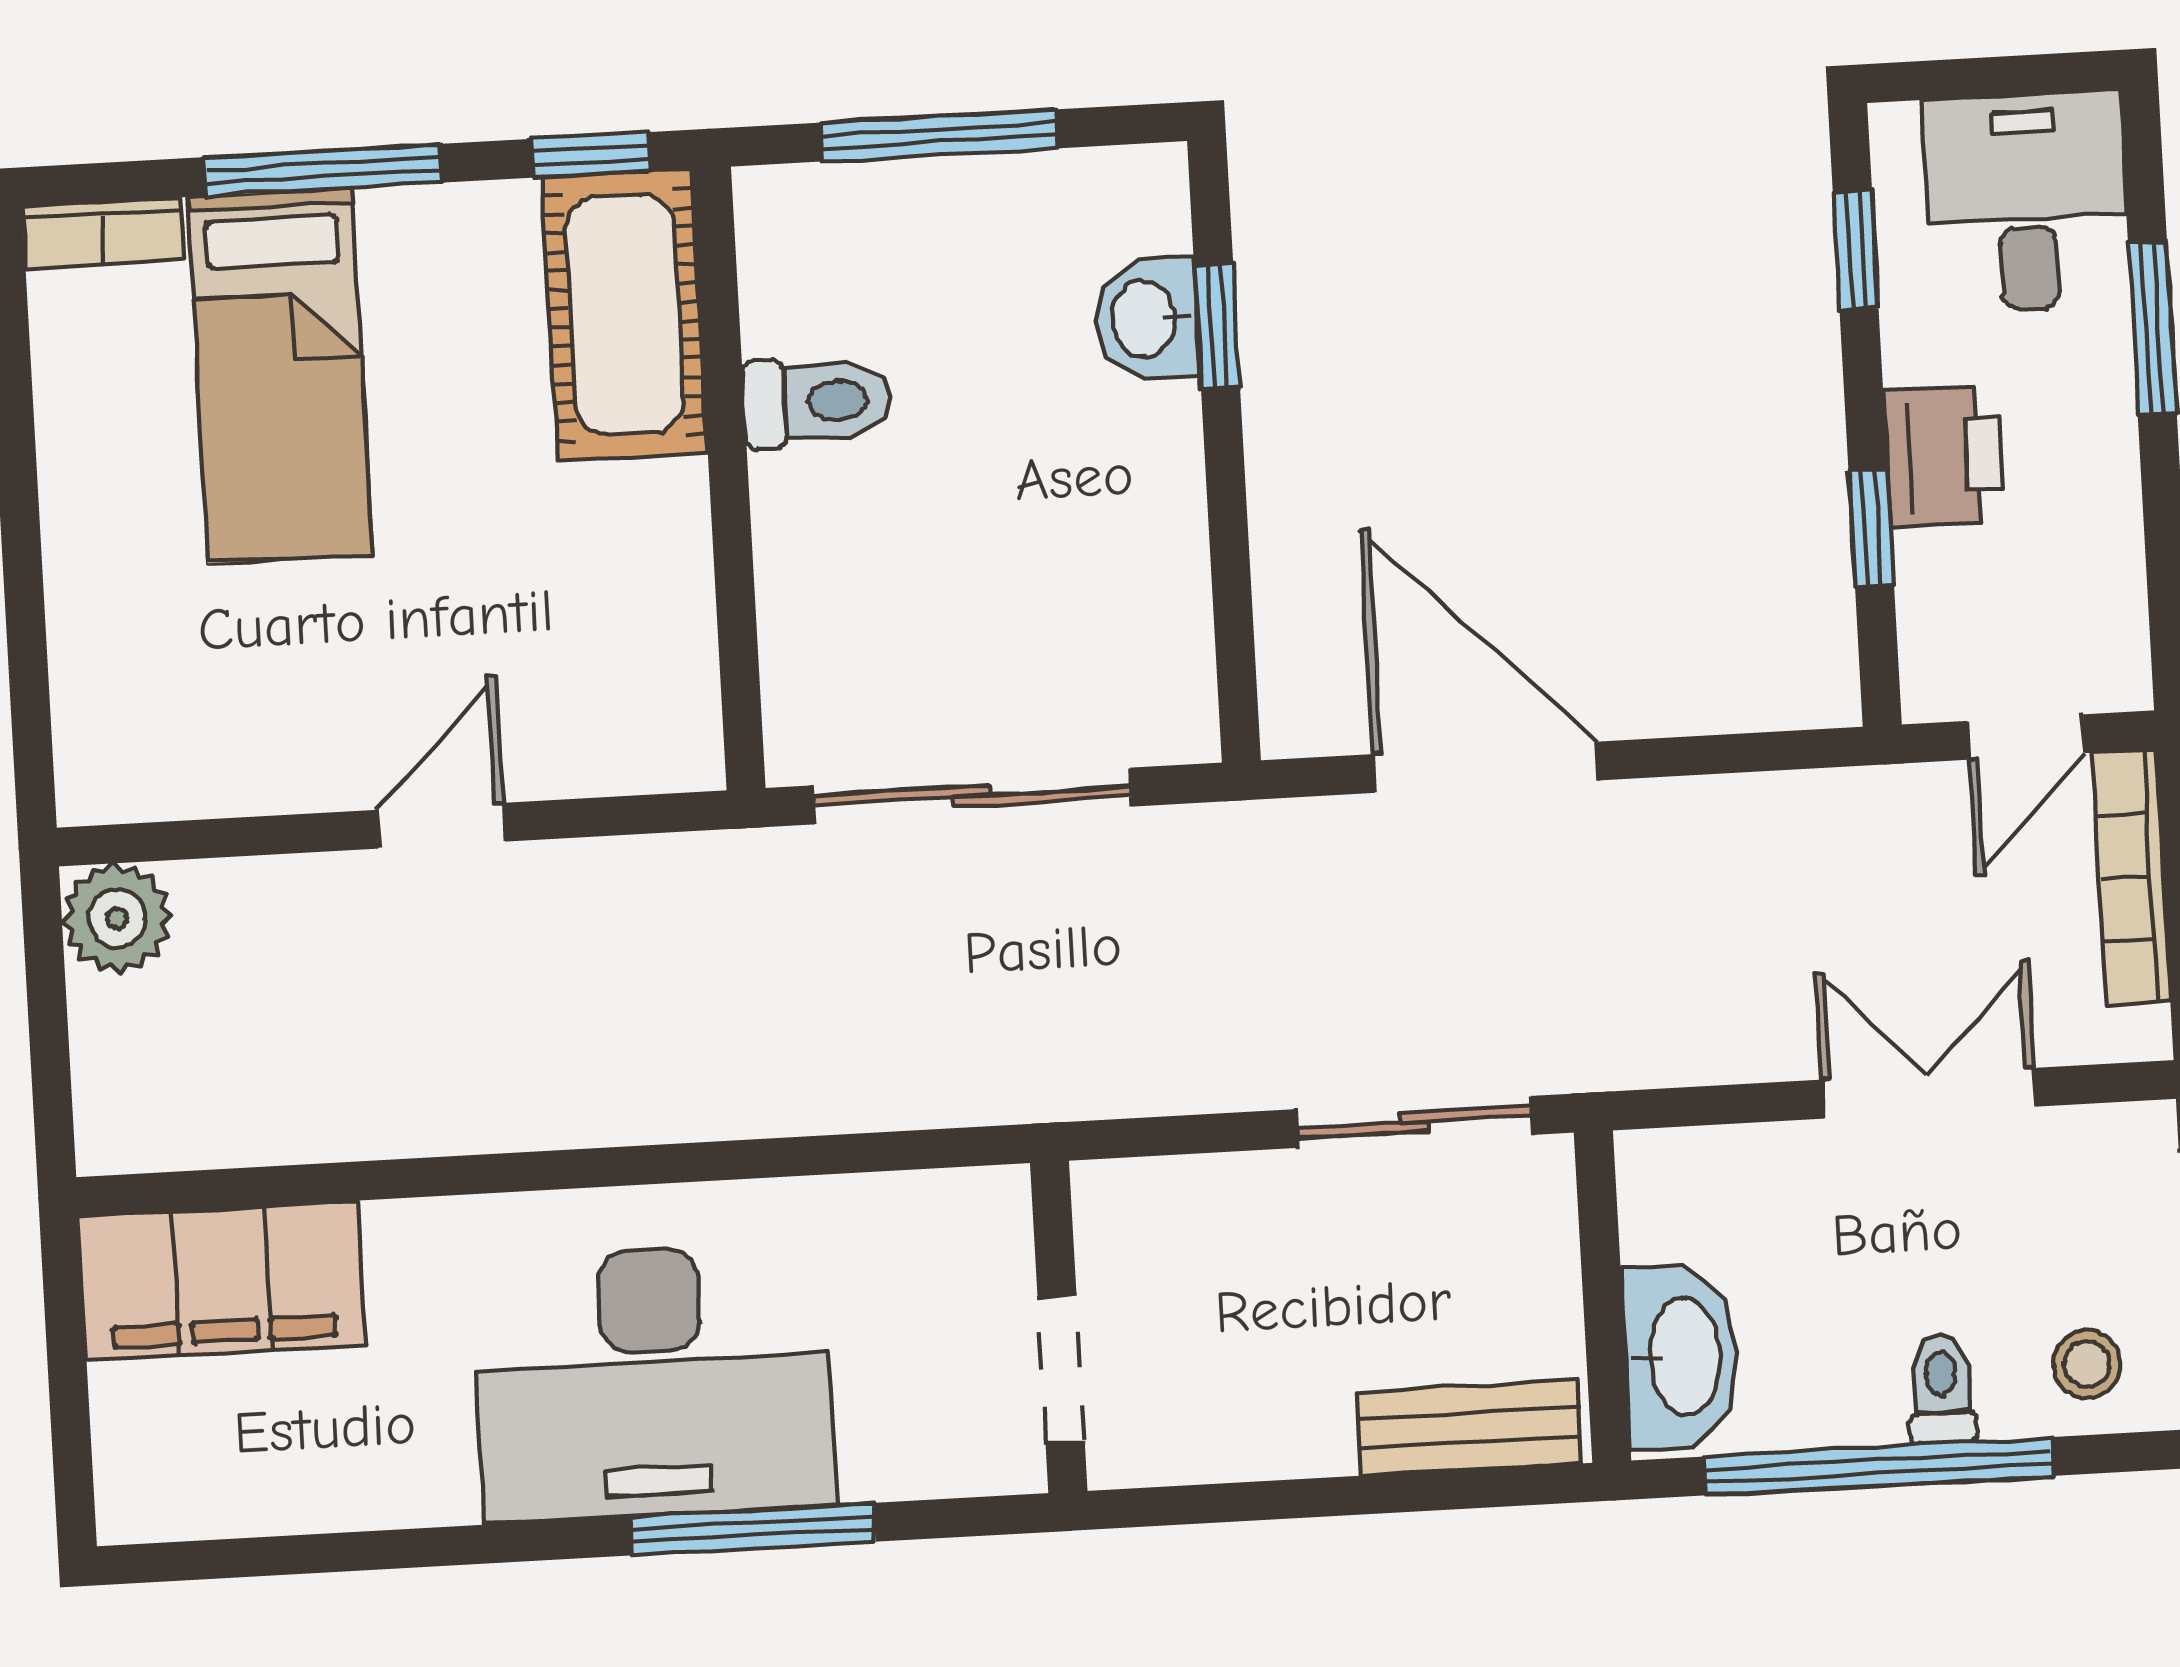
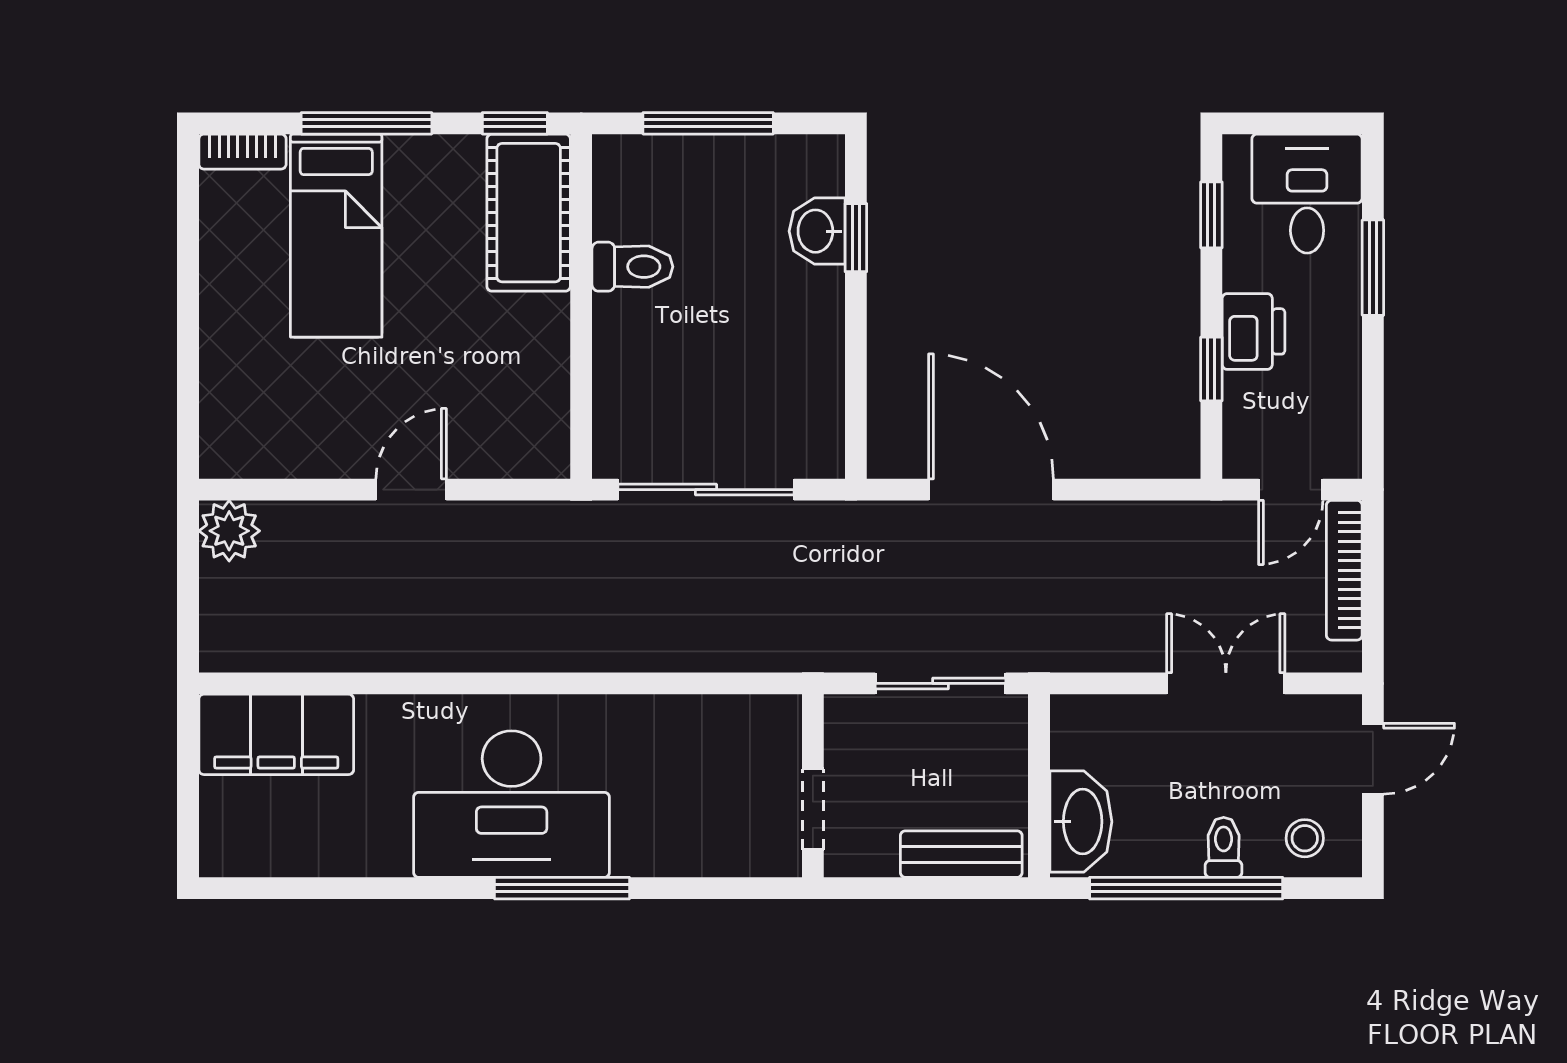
wall: (1059, 1327) -> (813, 786), moved
doorway: (1061, 1369) -> (813, 809), moved

